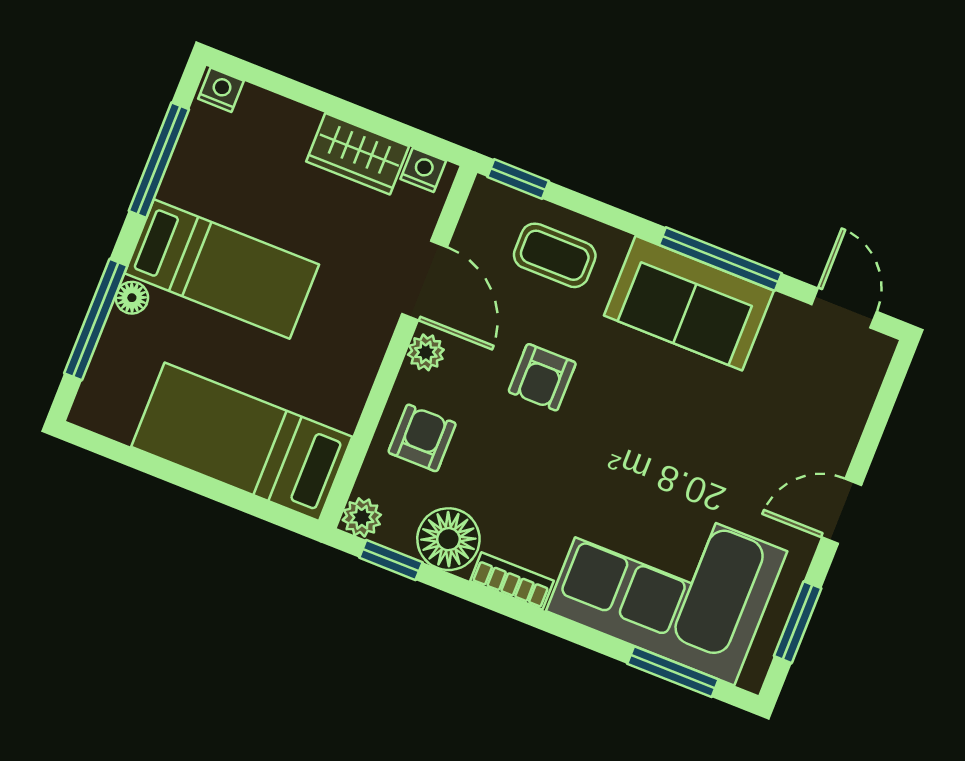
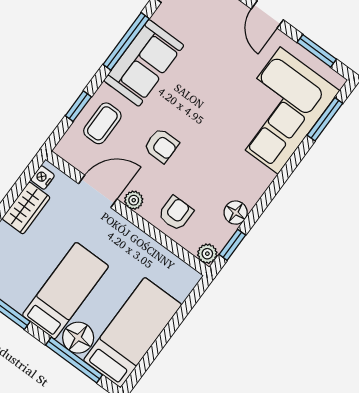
window: (518, 179) -> (78, 106), moved
floor lamp: (132, 298) -> (78, 338), width x1.89, depth x1.89
armchair: (422, 438) -> (176, 213), turned 90
bed: (242, 442) -> (133, 333), moved, turned 180
floor lamp: (448, 539) -> (236, 213), width x0.73, depth x0.73
bookcase: (512, 581) -> (259, 187), removed

